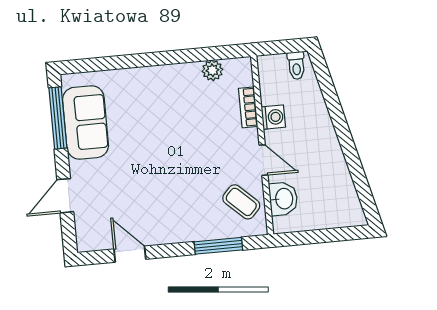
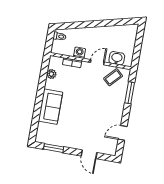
window: (58, 118) -> (54, 148), width x0.69
sofa: (86, 122) -> (50, 107), moved, turned 90

